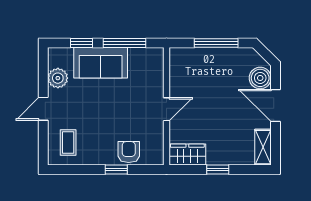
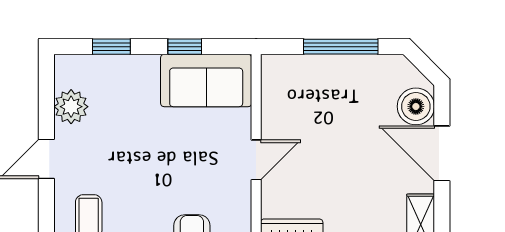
window: (125, 43) -> (185, 47), width x0.46
sofa: (101, 63) -> (206, 80), moved

